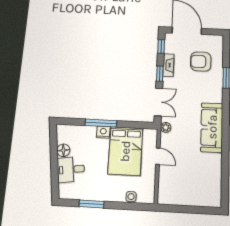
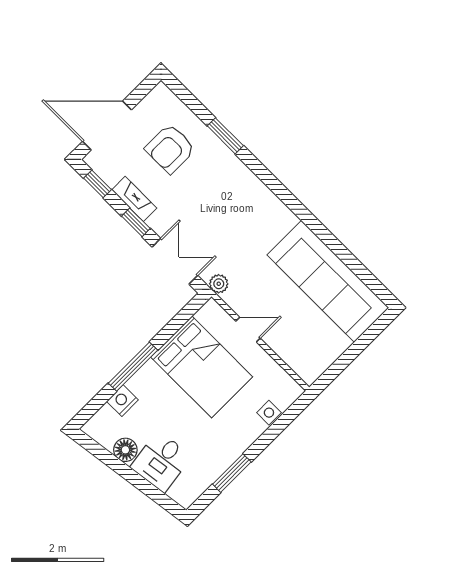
sofa: (212, 127) -> (328, 281), moved, width x1.36, depth x1.27
nightstand: (103, 132) -> (122, 401), moved

